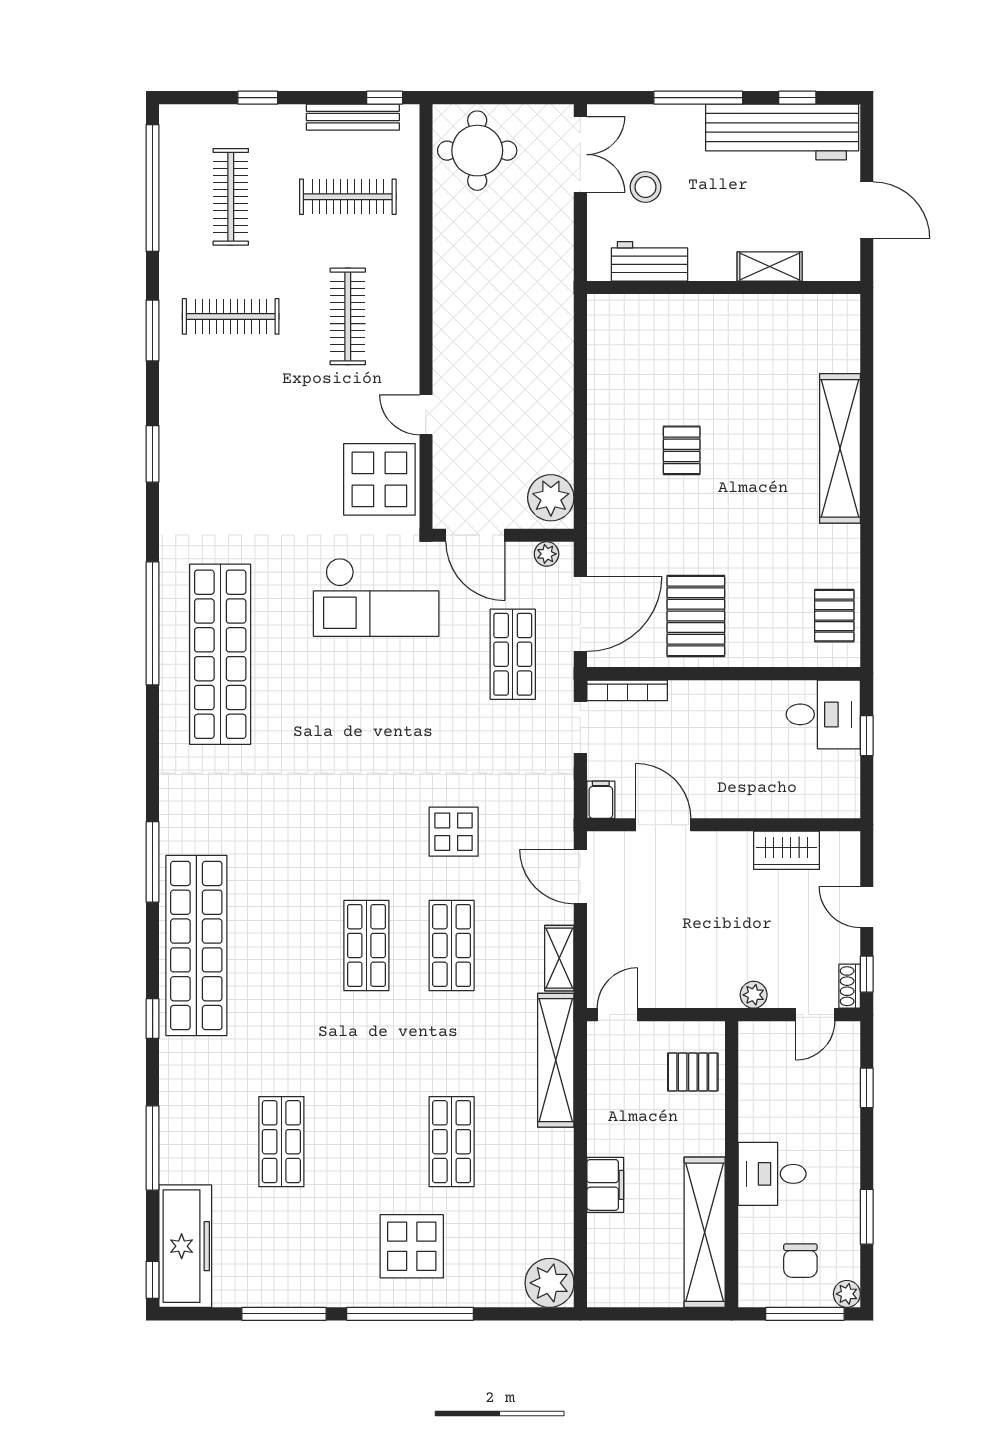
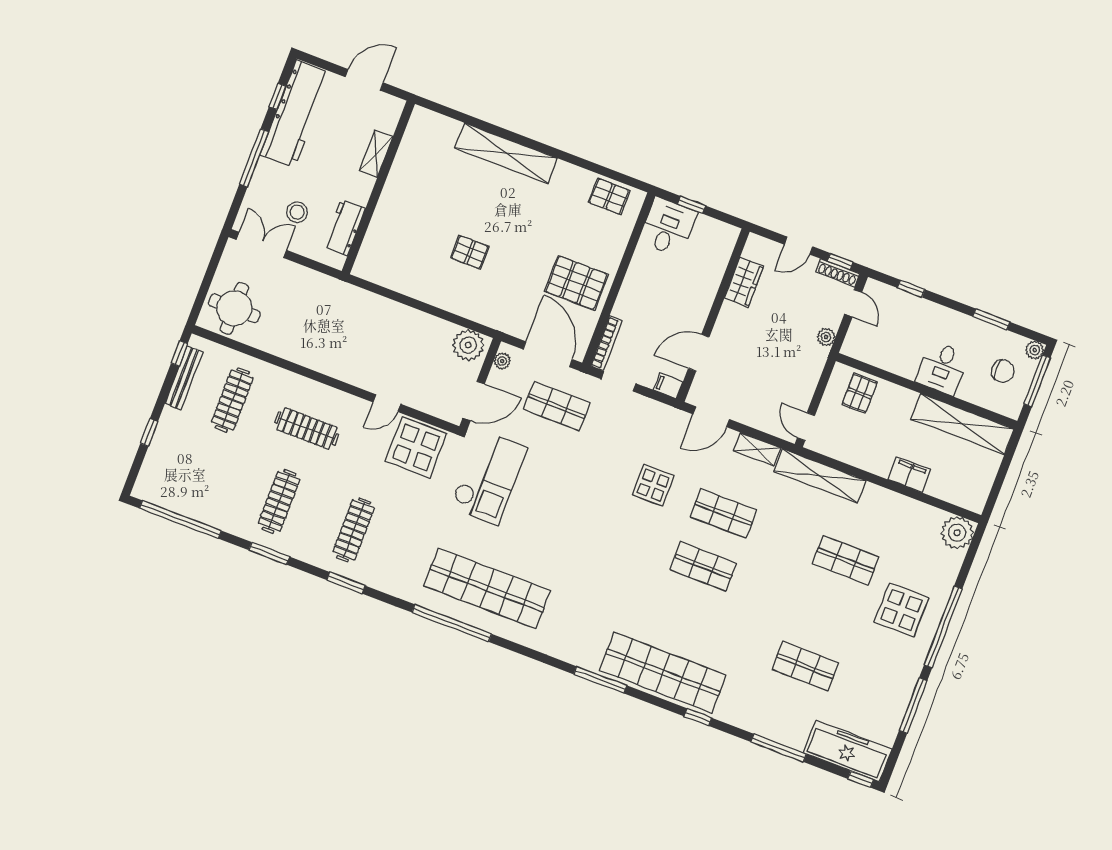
clothes rail: (231, 197) -> (354, 530), moved, turned 90
shoe rack: (850, 986) -> (838, 273), width x1.43

